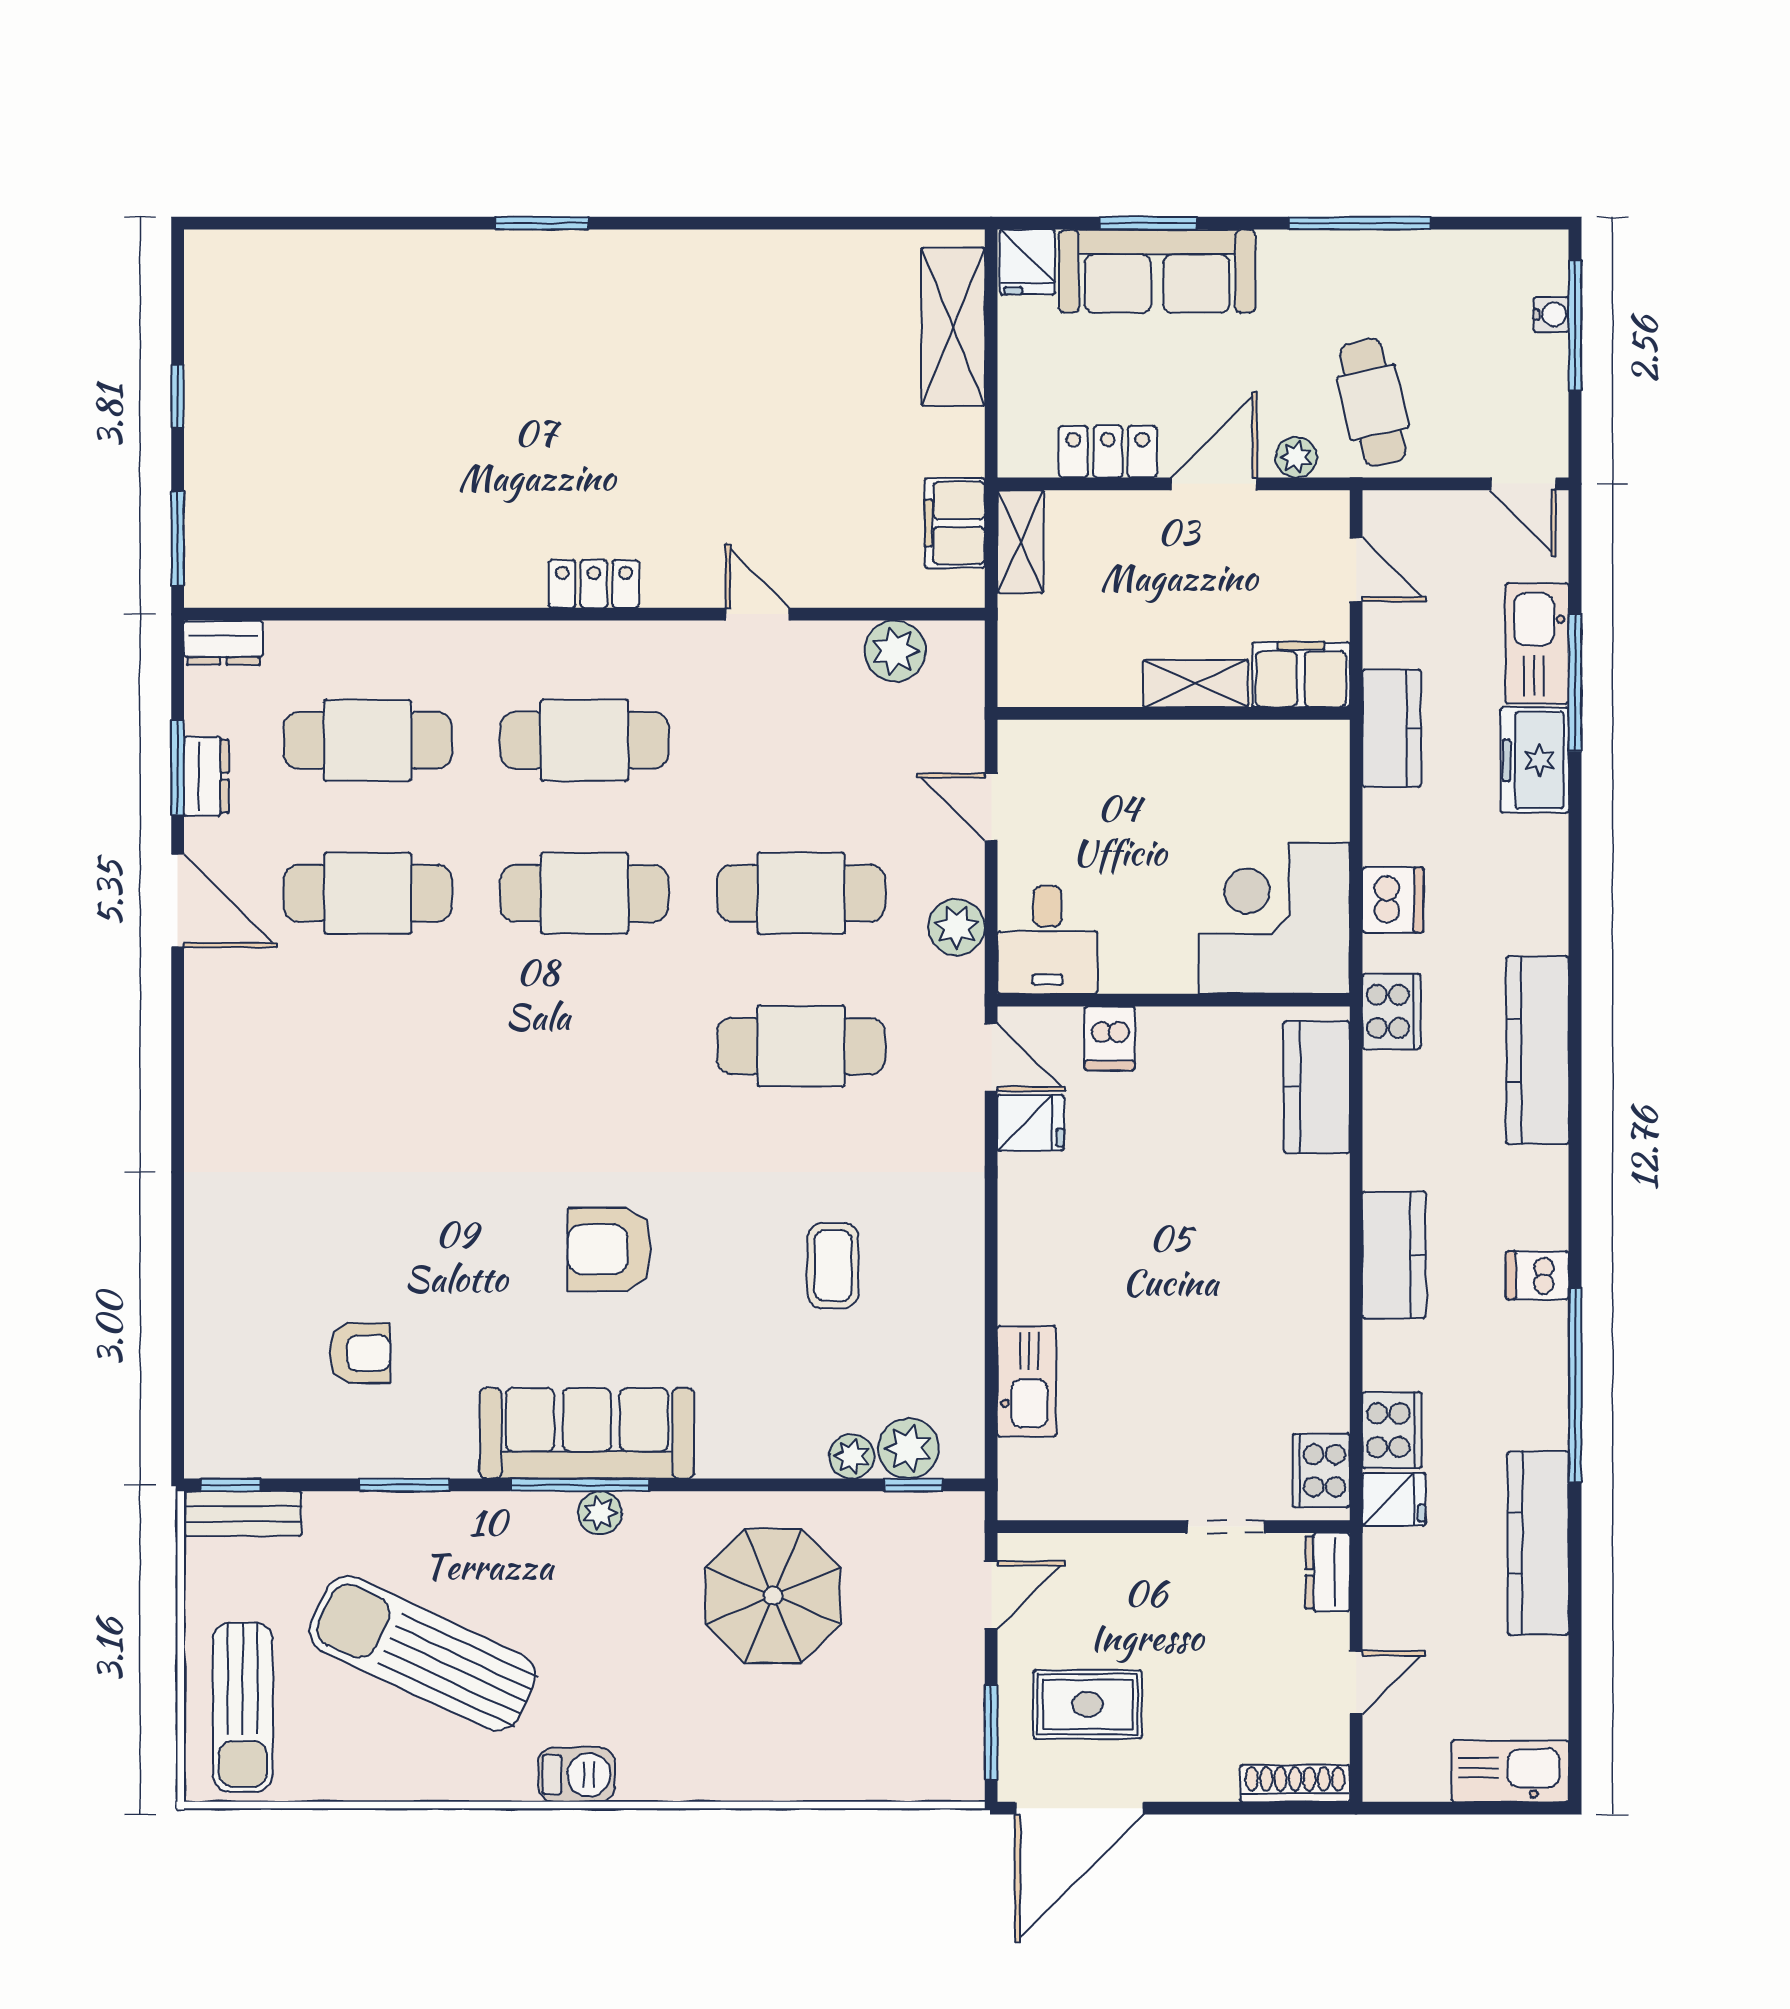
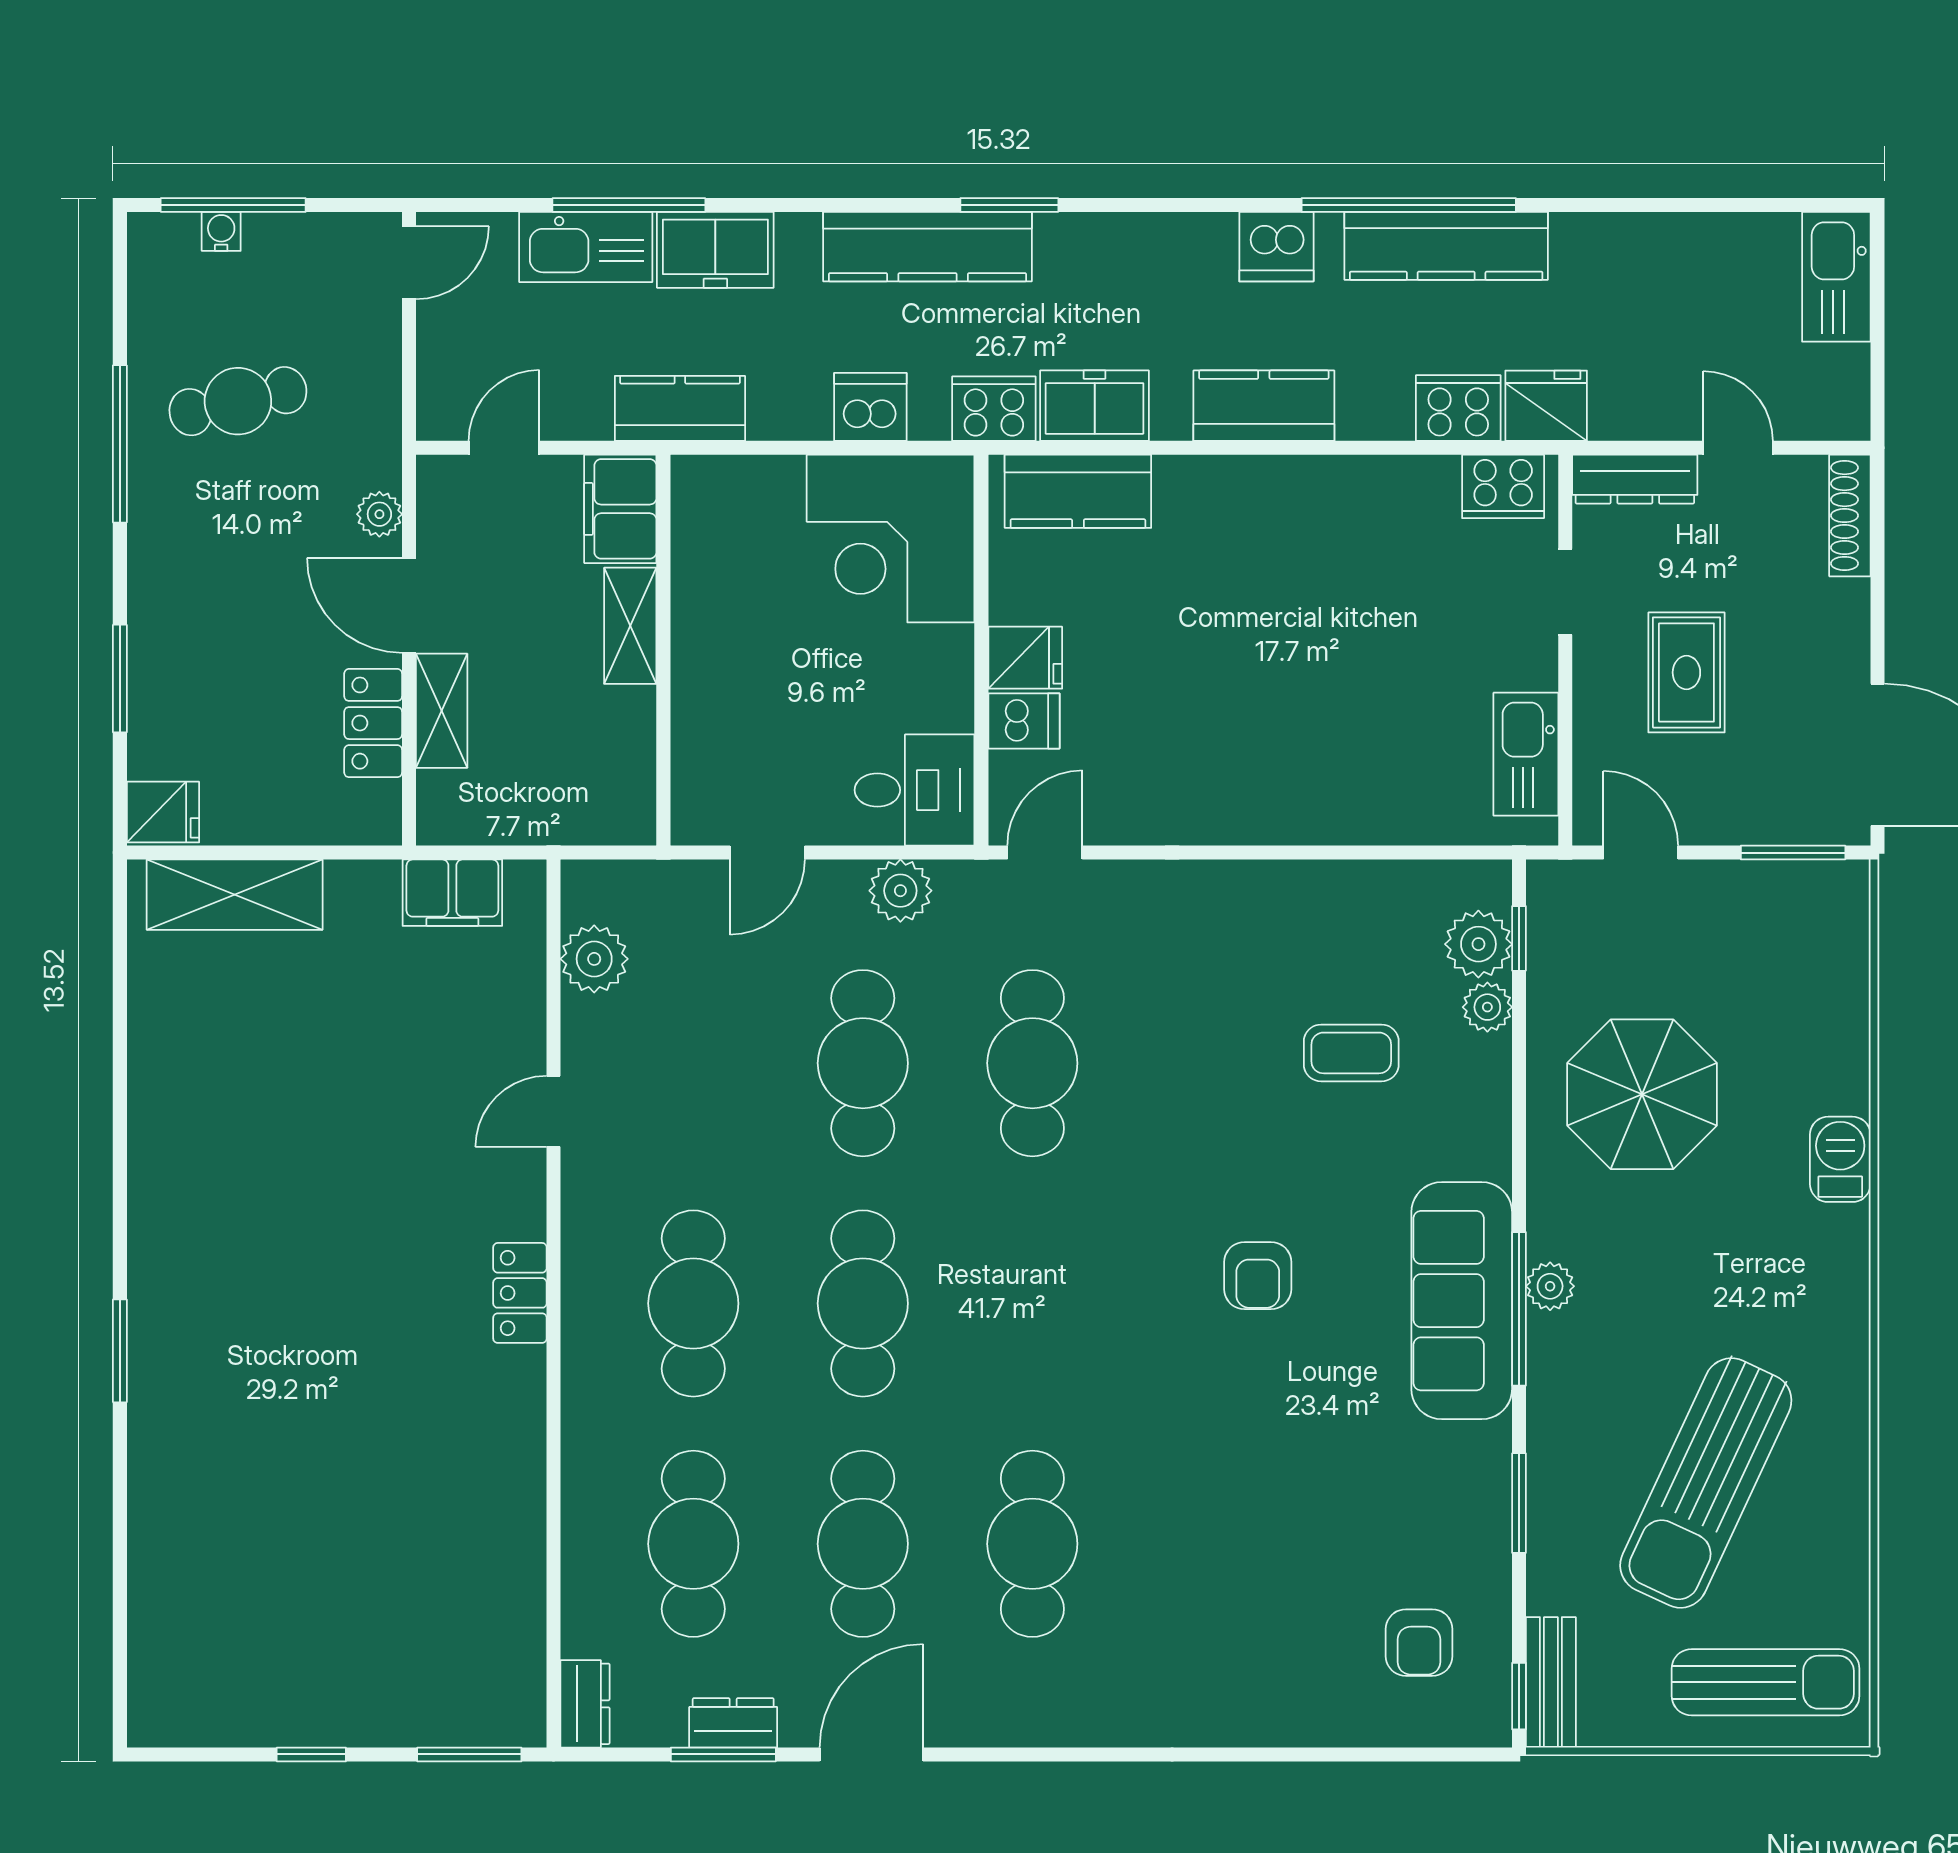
sofa: (1157, 271) -> (173, 668), removed
cafe table: (1373, 402) -> (238, 401), moved
shelving: (1020, 542) -> (442, 711), moved, turned 90
window: (1575, 1025) -> (1009, 205), added
cafe table: (368, 1046) -> (1032, 1544), added
kitchen counter: (1537, 1050) -> (928, 247), moved
freezer: (1394, 1102) -> (1095, 406), added
fridge: (1031, 1123) -> (1025, 658), moved, turned 90
armchair: (609, 1249) -> (1258, 1276), width x0.72, depth x0.72
coffee table: (833, 1266) -> (1351, 1053), moved
dishwasher: (1537, 1275) -> (1276, 247), width x1.38
armchair: (360, 1353) -> (1419, 1643), moved, turned 180
kitchen sink: (1027, 1381) -> (1526, 754), moved, turned -90
fridge: (1394, 1499) -> (1546, 406), width x1.38
kitchen counter: (1538, 1543) -> (1446, 246), moved
dresser: (1328, 1572) -> (1635, 479), width x1.44
rug: (1088, 1704) -> (1686, 672), moved
barbecue: (577, 1775) -> (1840, 1159), moved

